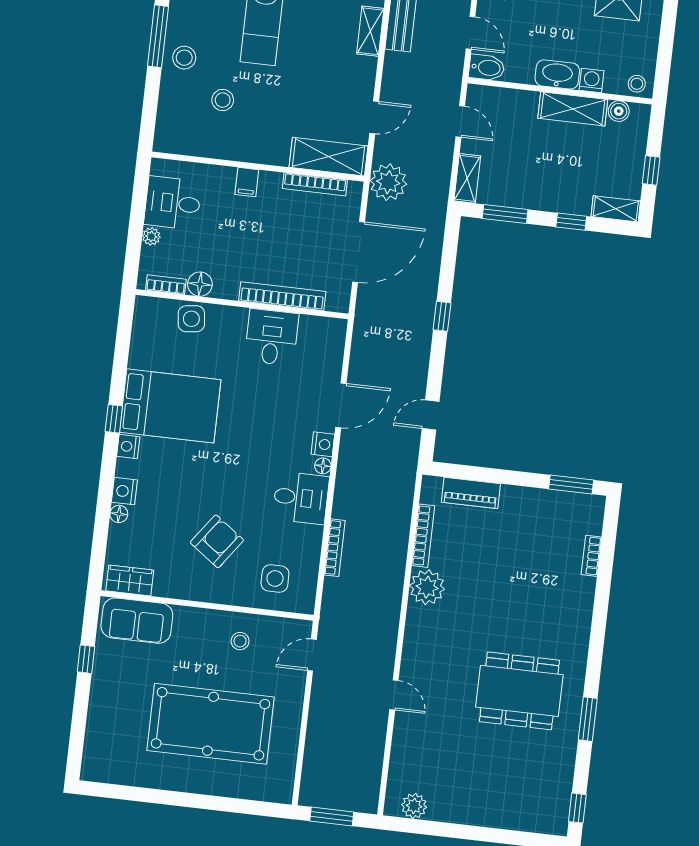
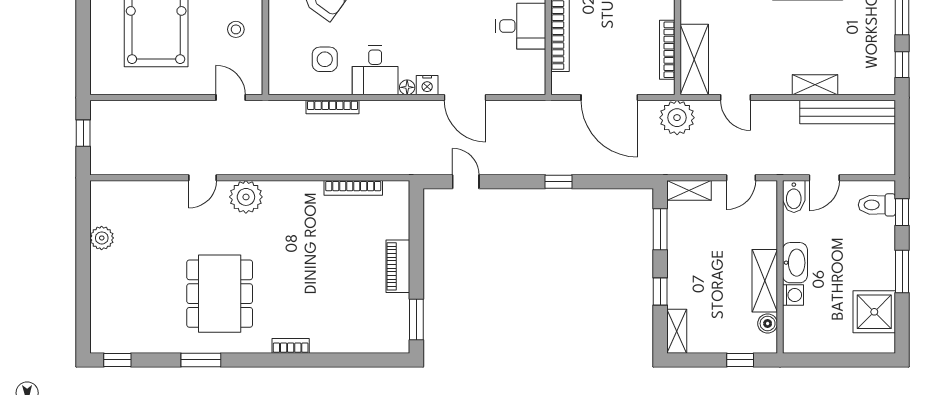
stool: (637, 84) -> (795, 337), removed
window: (651, 170) -> (740, 360), moved
piano: (471, 493) -> (398, 266), moved
bookcase: (591, 556) -> (291, 346), moved
side table: (275, 579) -> (325, 59), moved
plant: (427, 587) -> (246, 197), moved
plant: (414, 806) -> (102, 238), moved
window: (332, 817) -> (83, 133), width x0.67

